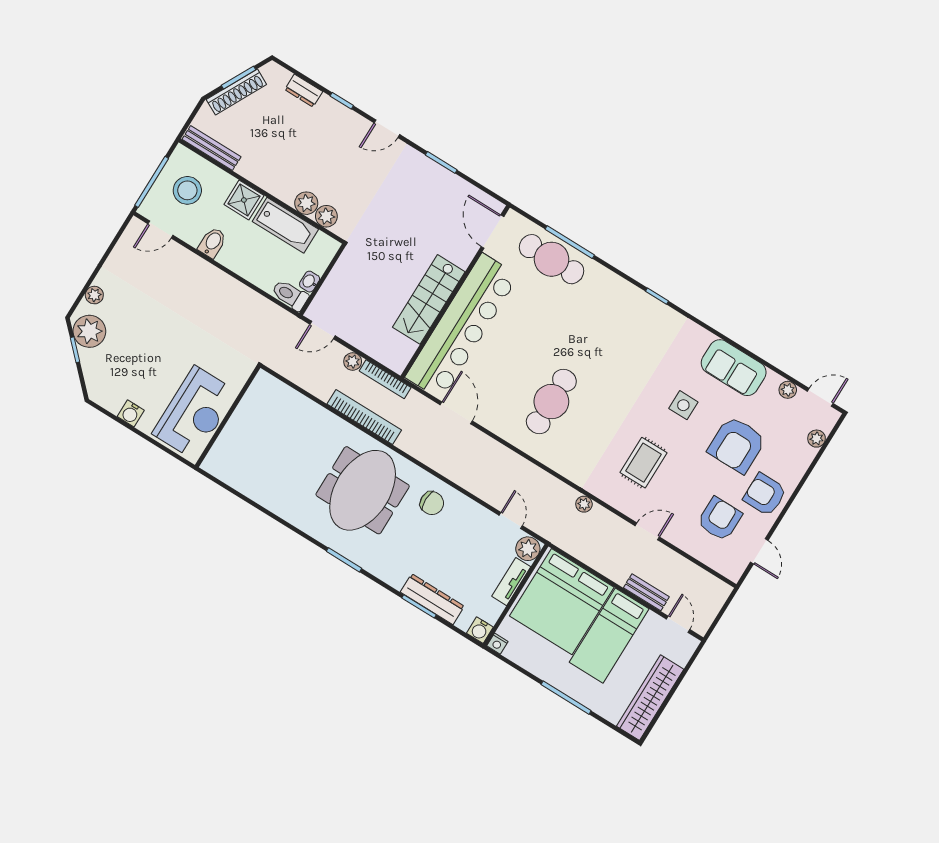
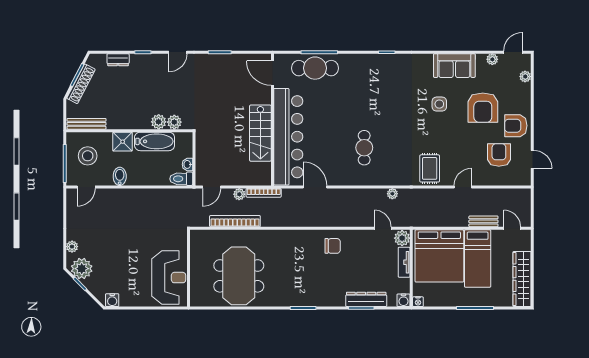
cafe table: (551, 402) -> (364, 148), width x0.73, depth x0.74
water cooler: (131, 413) -> (112, 300), moved
bookcase: (364, 417) -> (235, 221), moved
rug: (643, 463) -> (430, 168), moved
meeting table: (363, 490) -> (239, 276), moved
plant: (584, 504) -> (392, 194), moved

